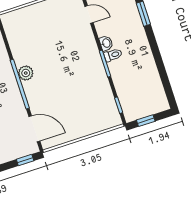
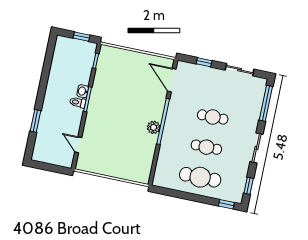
washbasin: (106, 43) -> (83, 91), moved
window: (25, 160) -> (204, 62), moved

